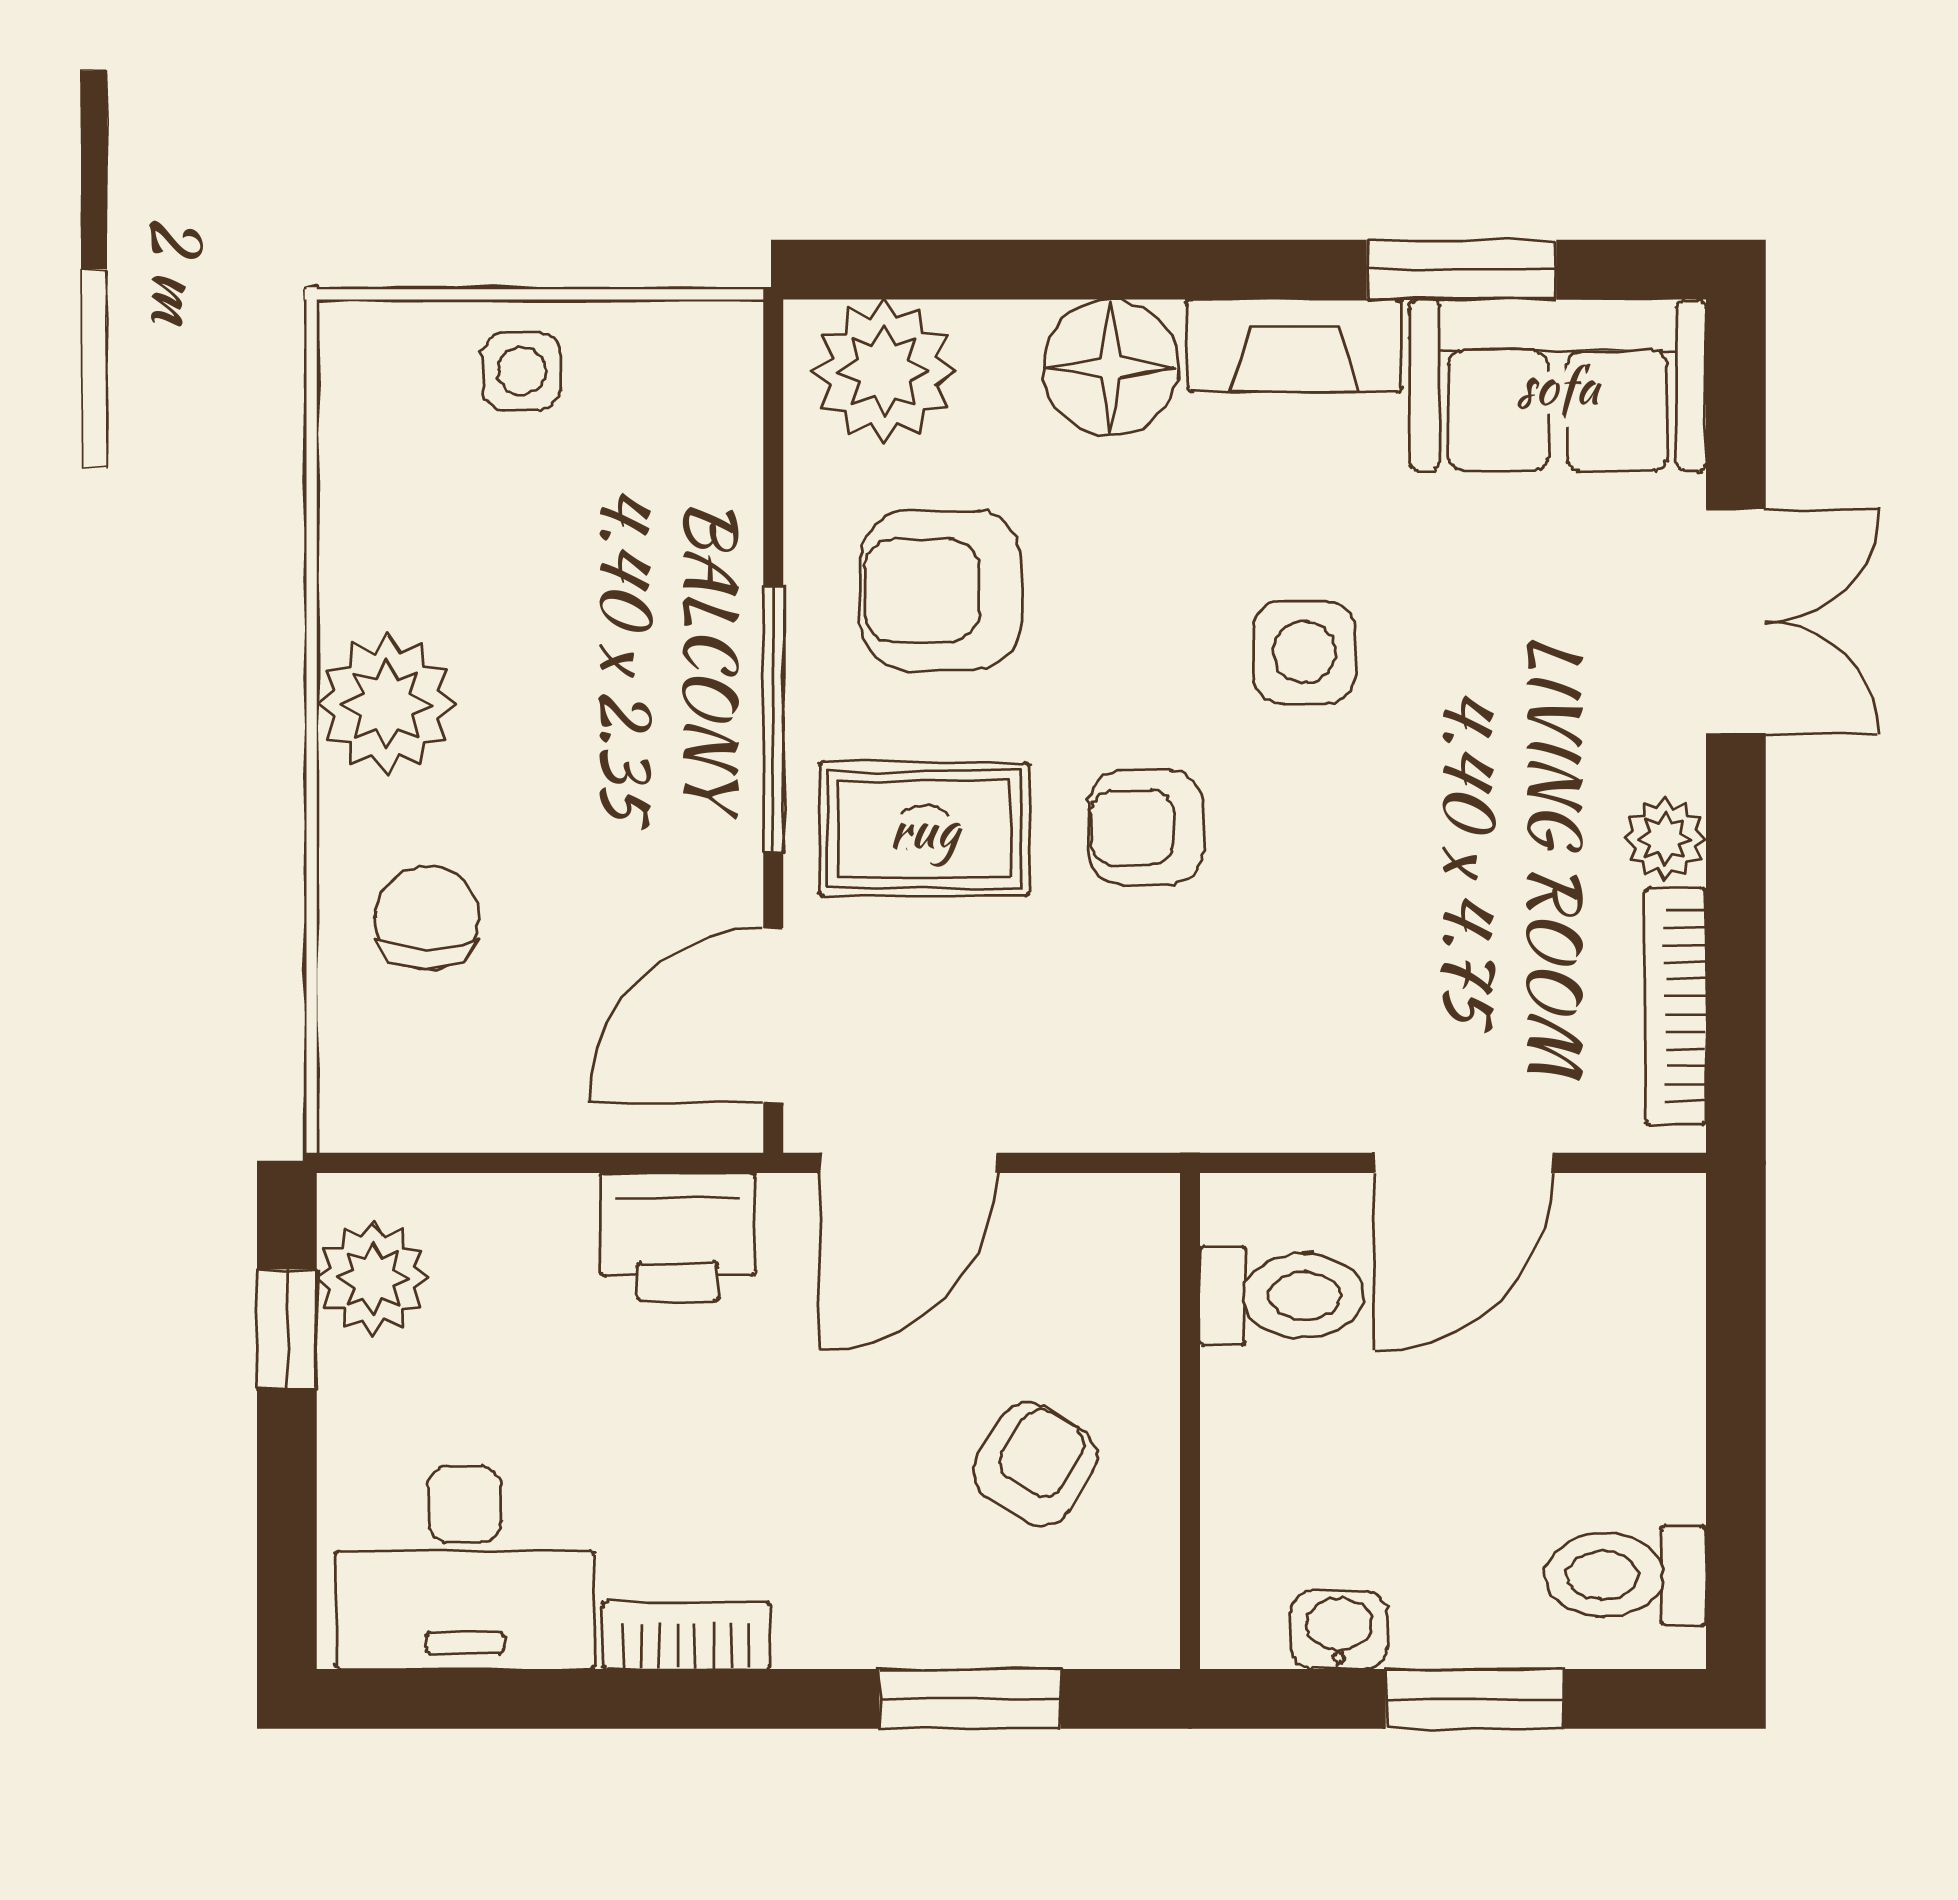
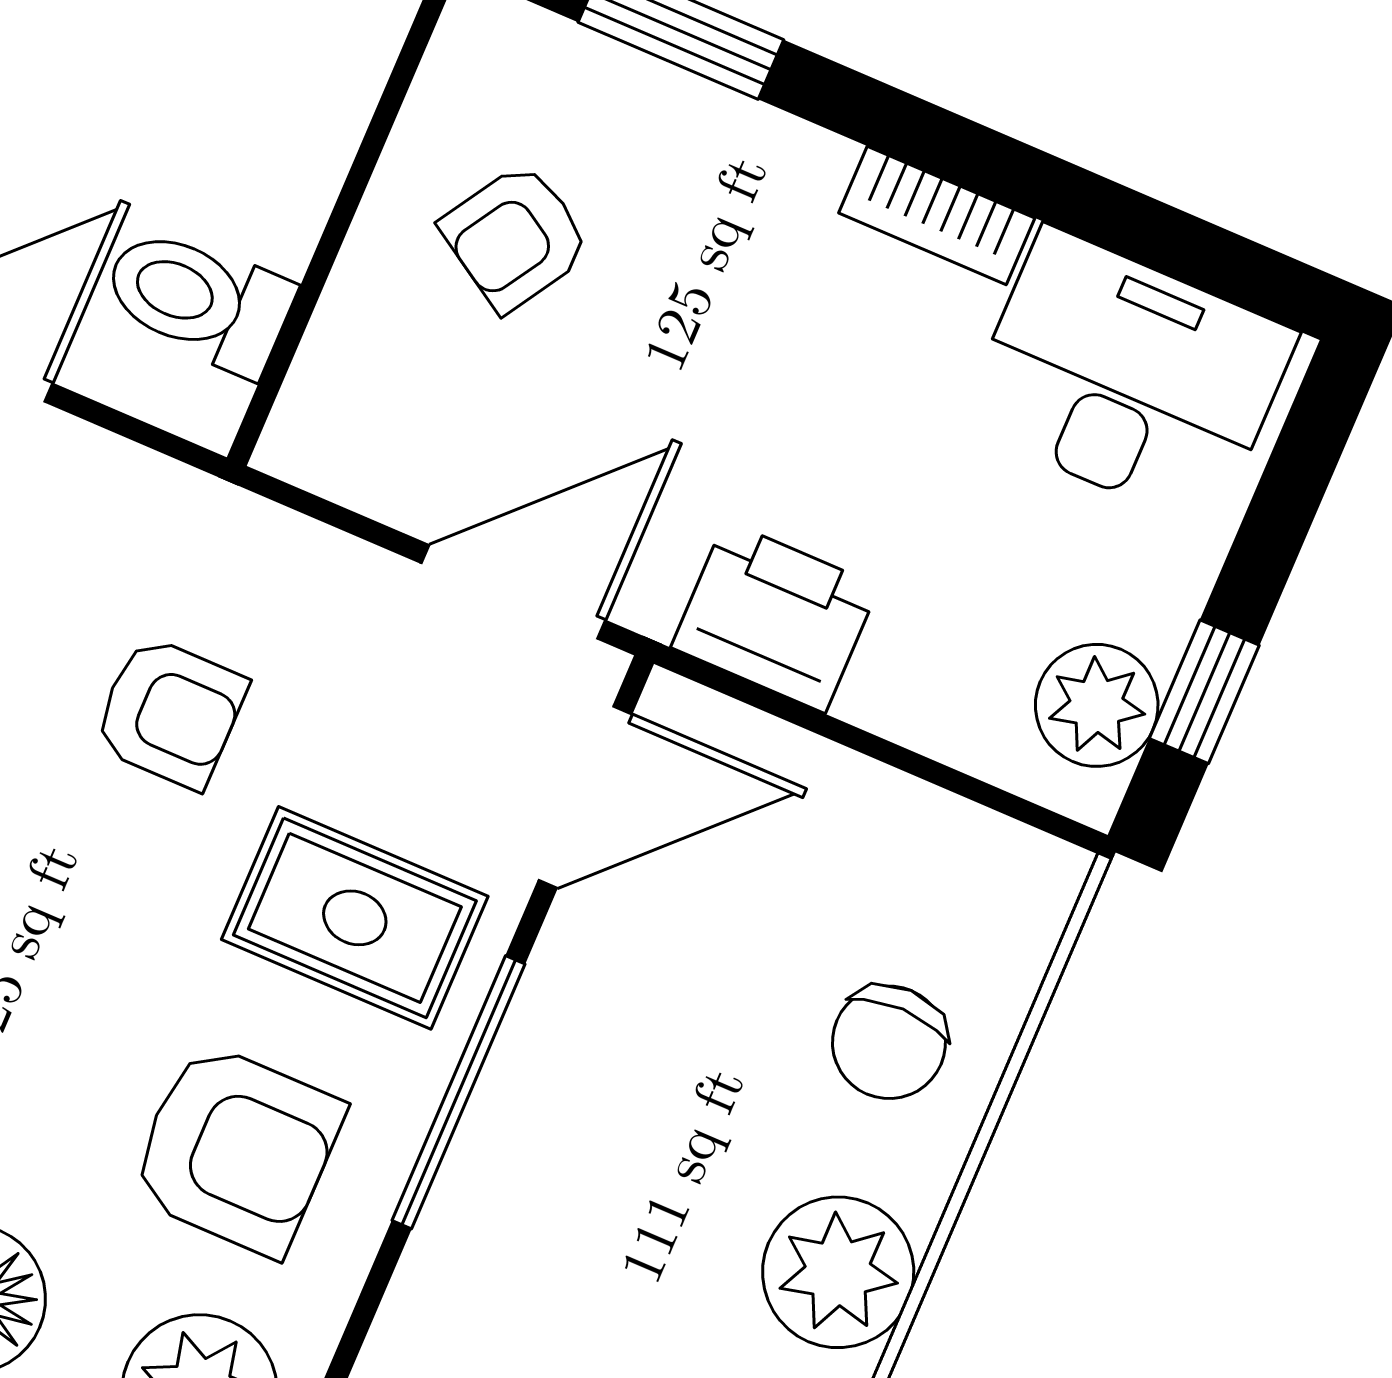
armchair: (1146, 828) -> (170, 713), moved

